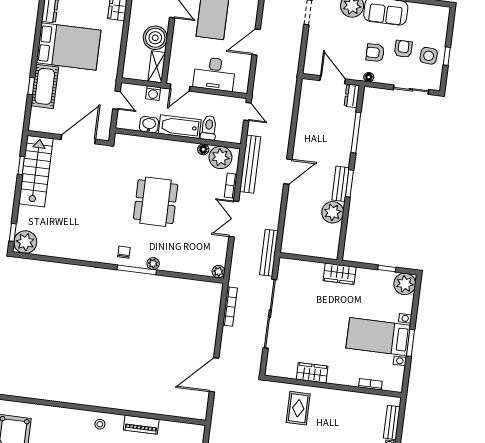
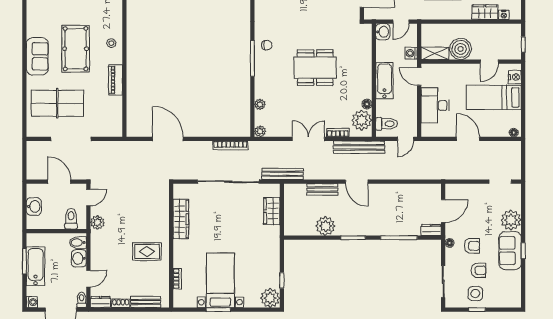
armchair: (375, 53) -> (472, 246), turned 90
washbasin: (149, 125) -> (383, 32), moved
toilet: (209, 128) -> (387, 124), moved
bench: (341, 184) -> (322, 190), moved
plant: (153, 264) -> (260, 104), moved
wardrobe: (340, 274) -> (272, 211), moved
wardrobe: (312, 373) -> (181, 219), width x1.50
rug: (298, 408) -> (147, 252), moved

